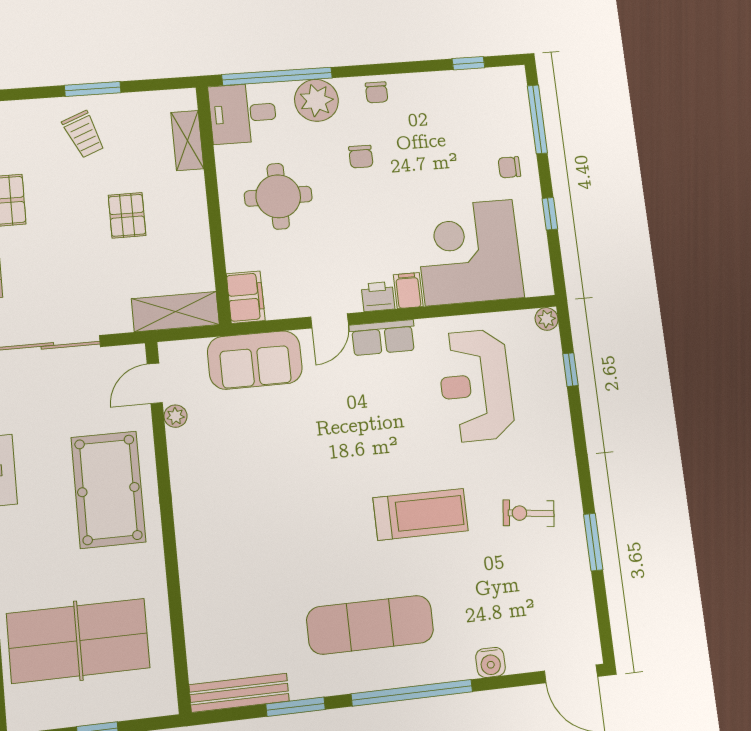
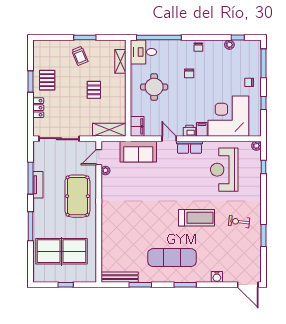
plant: (316, 100) -> (229, 45), moved, width x0.53, depth x0.53
door: (330, 321) -> (169, 139), swing flipped
window: (412, 693) -> (185, 285), width x0.47

